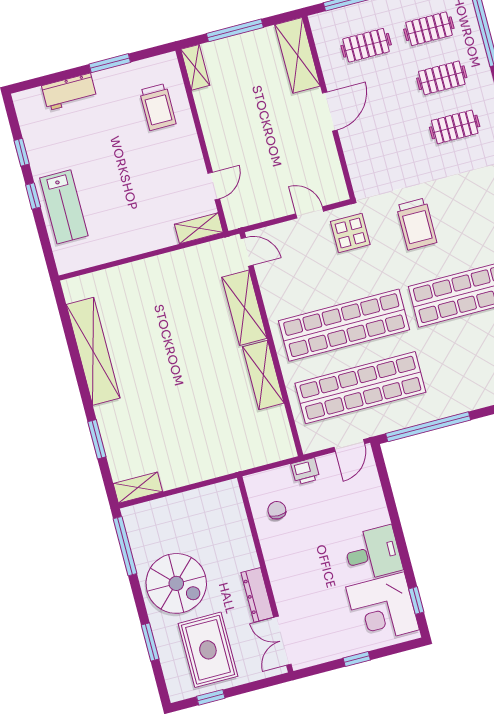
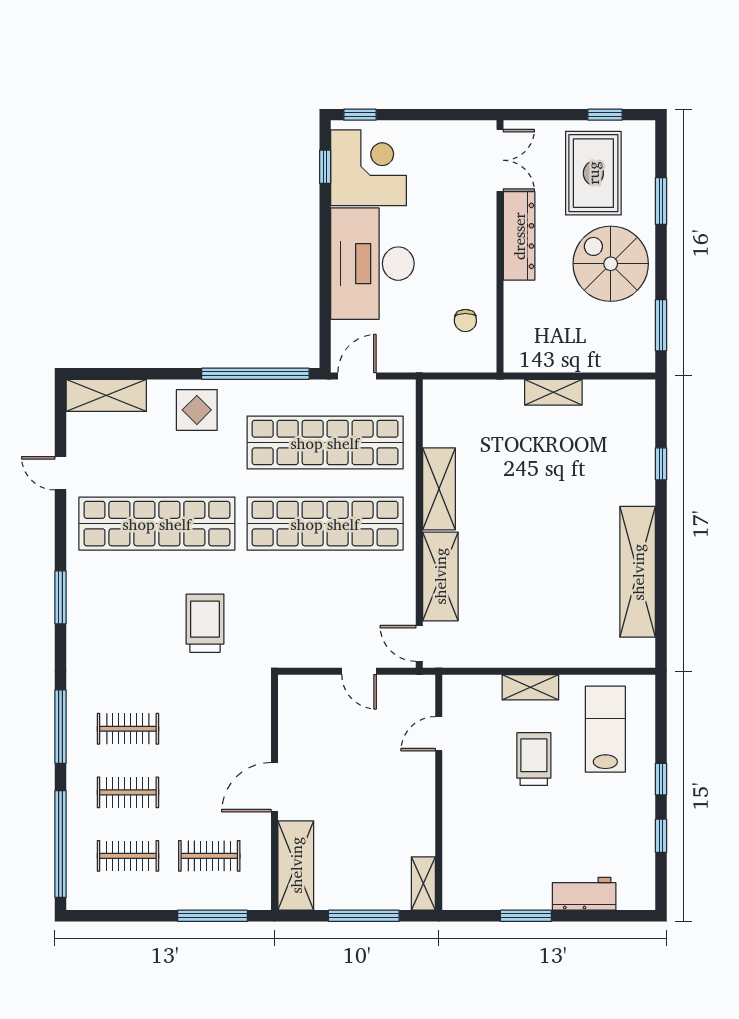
trolley: (158, 107) -> (534, 759), moved
lab bench: (64, 207) -> (605, 729), moved
door: (310, 212) -> (359, 671), moved
shelving: (199, 228) -> (530, 687), moved
display table: (350, 233) -> (197, 410), moved
window: (97, 439) -> (661, 464), width x0.67
printer: (305, 471) -> (418, 359), removed
shelving: (138, 488) -> (553, 392), moved
window: (125, 546) -> (661, 325), width x0.69
desk: (373, 553) -> (372, 264), width x1.87, depth x1.30
dresser: (257, 595) -> (519, 236), width x1.37, depth x1.24
window: (357, 659) -> (360, 115), moved

